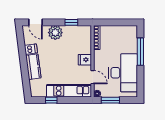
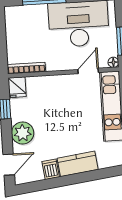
fridge: (85, 60) -> (17, 87), moved

